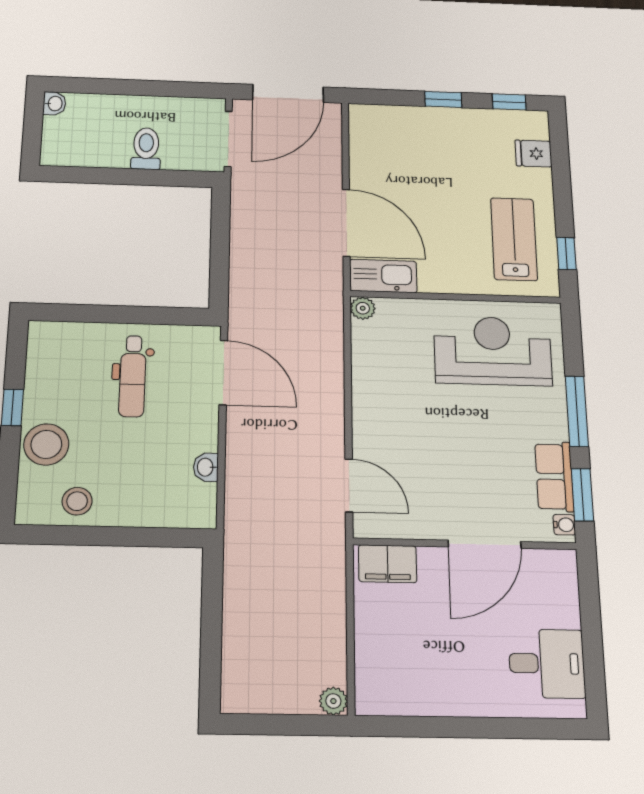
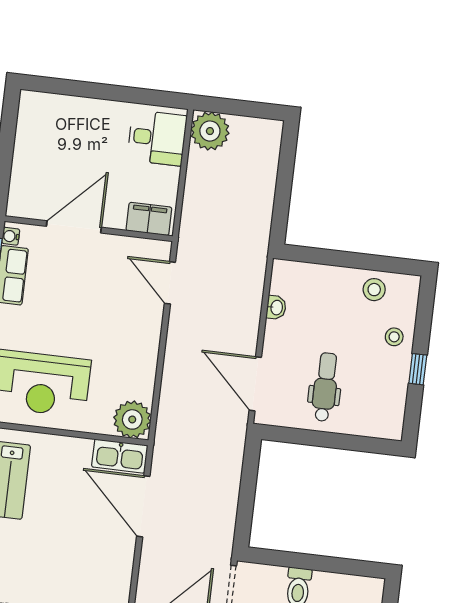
plant: (363, 308) -> (132, 419), width x1.88, depth x1.88
stool: (46, 444) -> (394, 337), width x0.53, depth x0.53
desk: (547, 663) -> (157, 138), moved, turned 180
plant: (333, 701) -> (210, 131), width x1.88, depth x1.88

